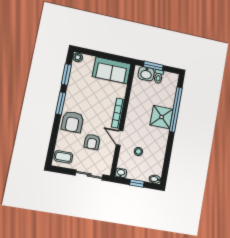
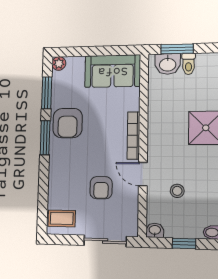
armchair: (73, 122) -> (68, 123), moved

